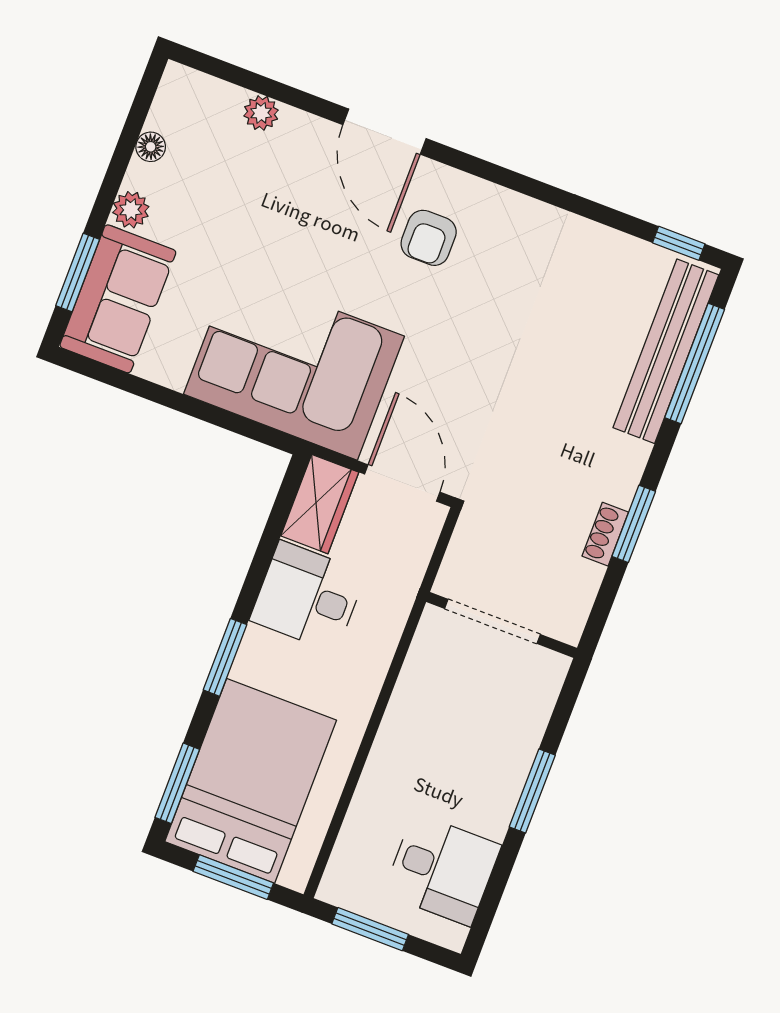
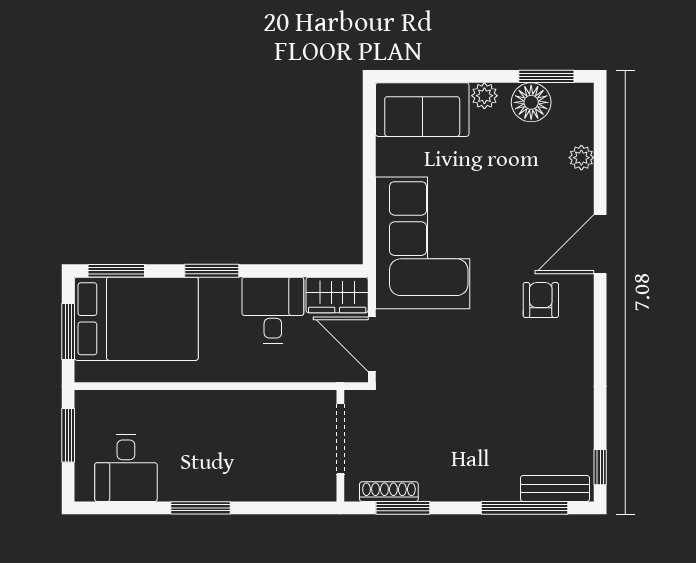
floor lamp: (151, 147) -> (531, 102), width x1.89, depth x1.89
armchair: (429, 238) -> (541, 300), turned 90
window: (78, 272) -> (546, 76), moved
bench: (666, 351) -> (555, 488), width x0.54, depth x0.82
door: (402, 483) -> (372, 344), swing flipped
shoe rack: (605, 534) -> (389, 492), width x1.43
doorway: (492, 621) -> (340, 439), moved
wall: (502, 625) -> (340, 446), moved

